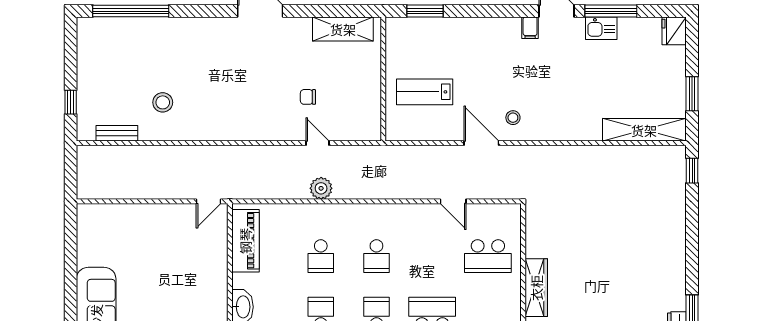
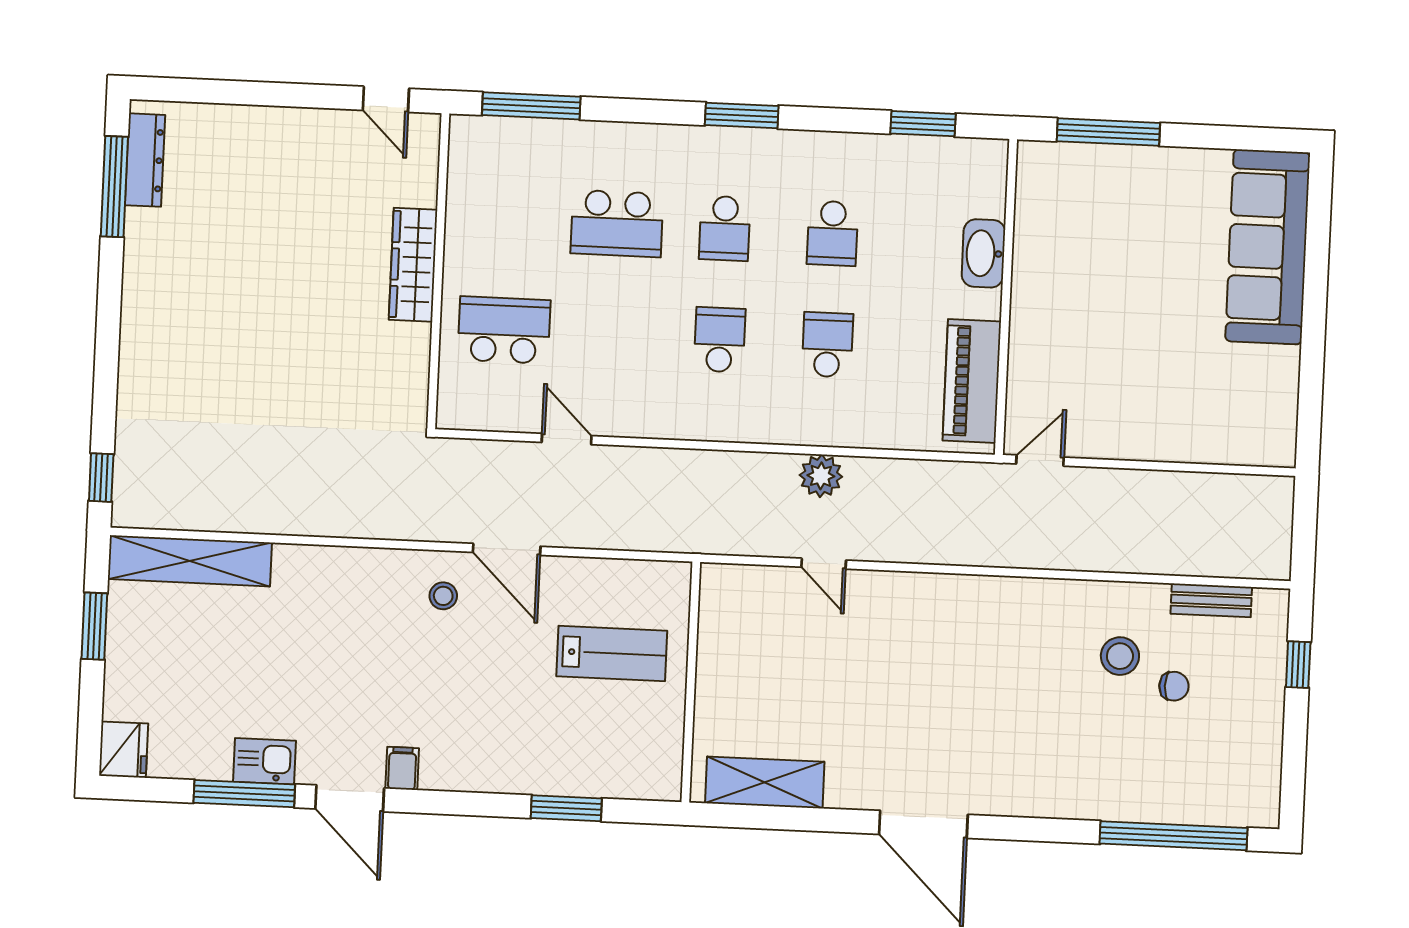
window: (425, 11) -> (566, 808), moved
chair: (308, 97) -> (1174, 686), moved

